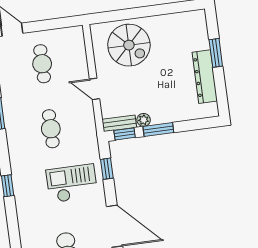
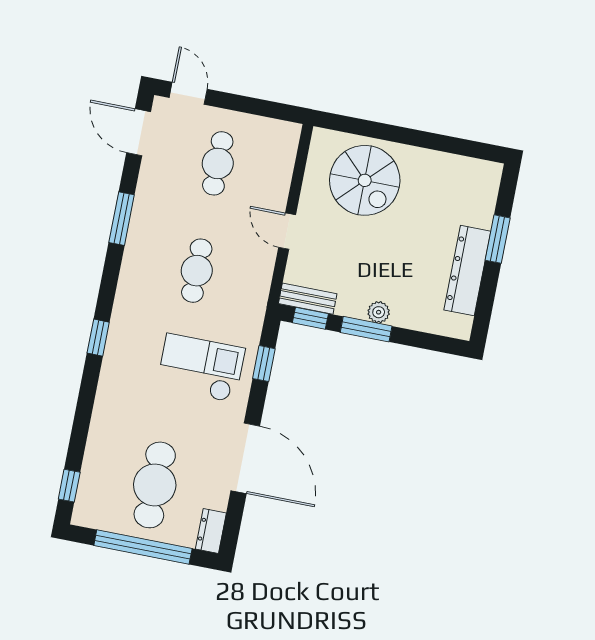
plant: (144, 120) -> (379, 312), moved

